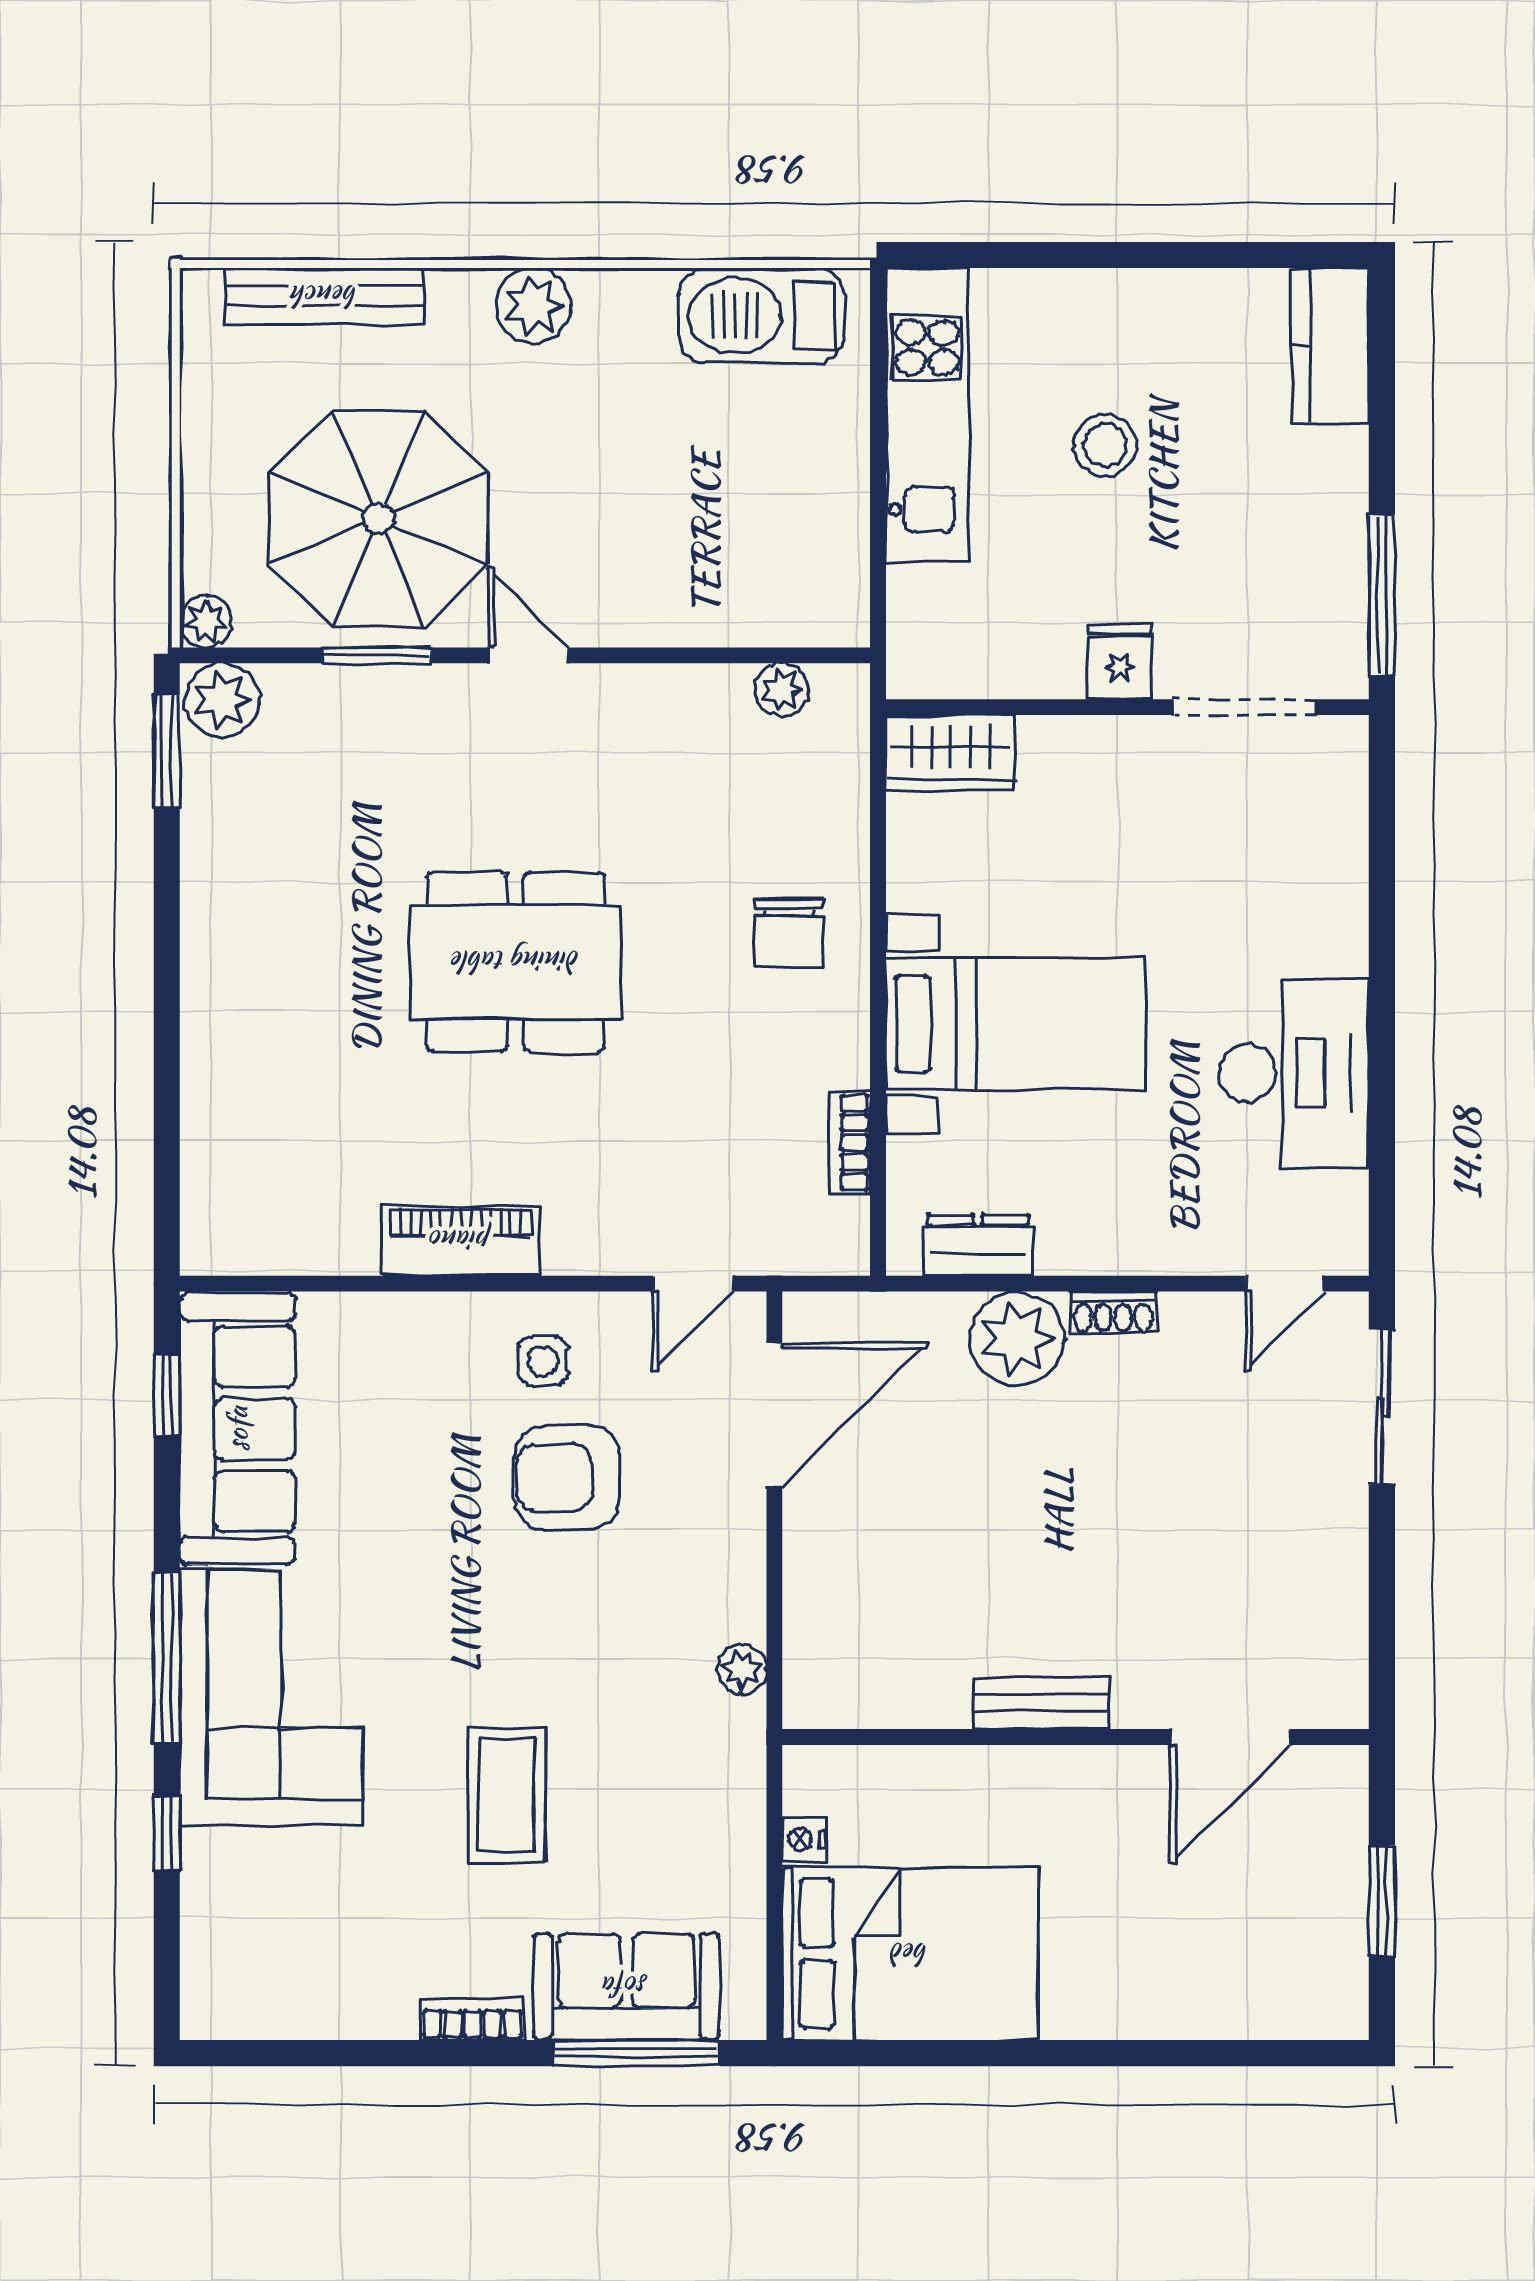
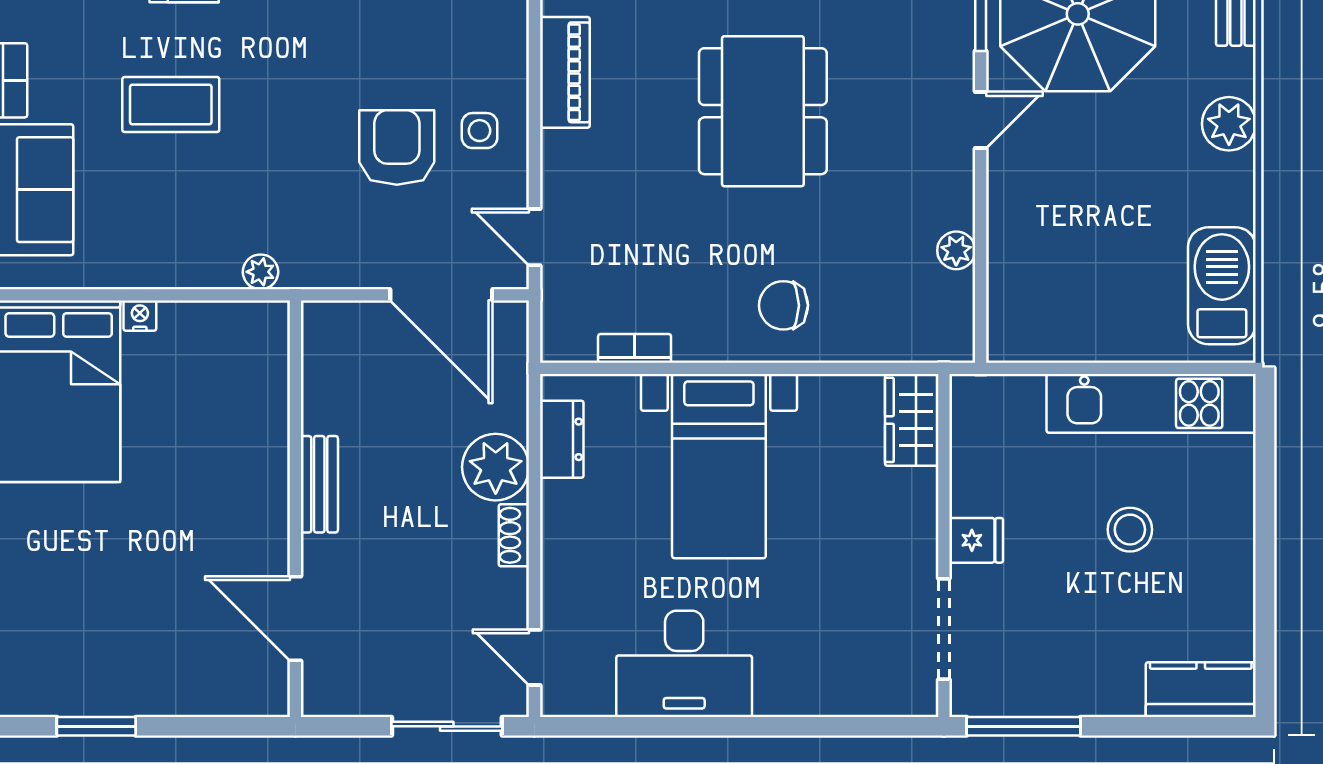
plant: (782, 690) -> (956, 250), moved
bench: (1041, 1703) -> (319, 484), moved
wall: (1076, 1737) -> (295, 509), moved
door: (1230, 1737) -> (295, 618), moved

